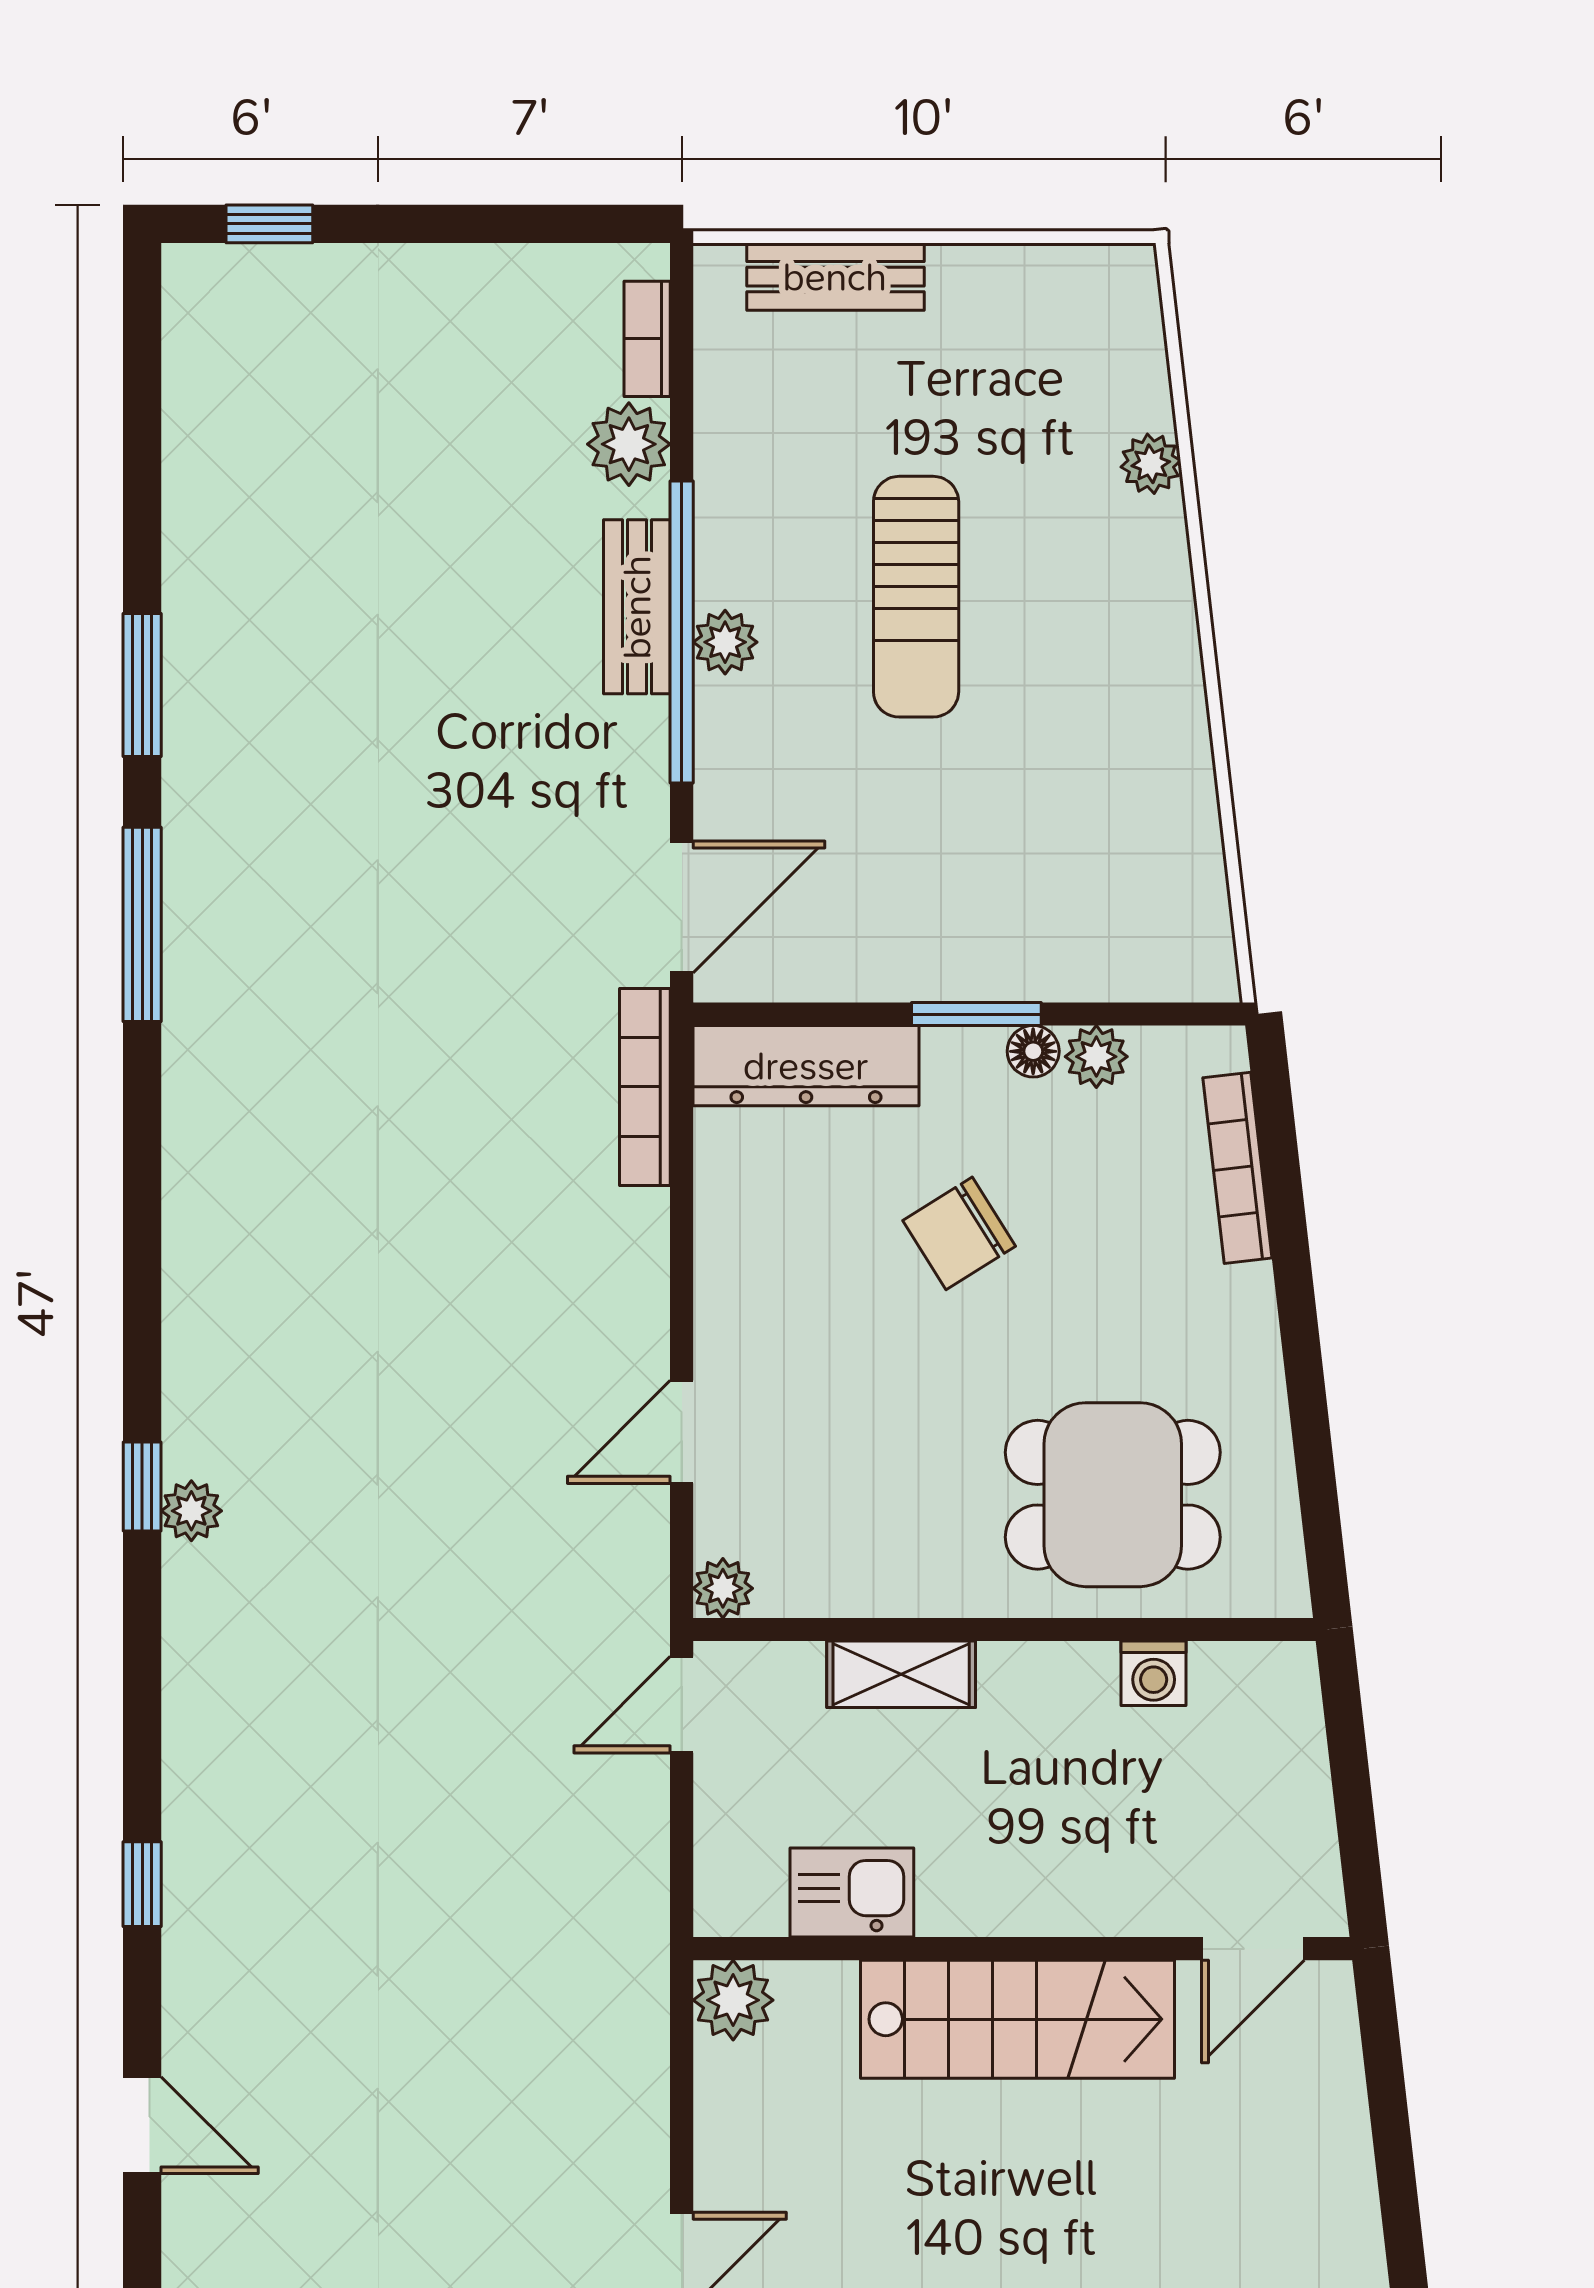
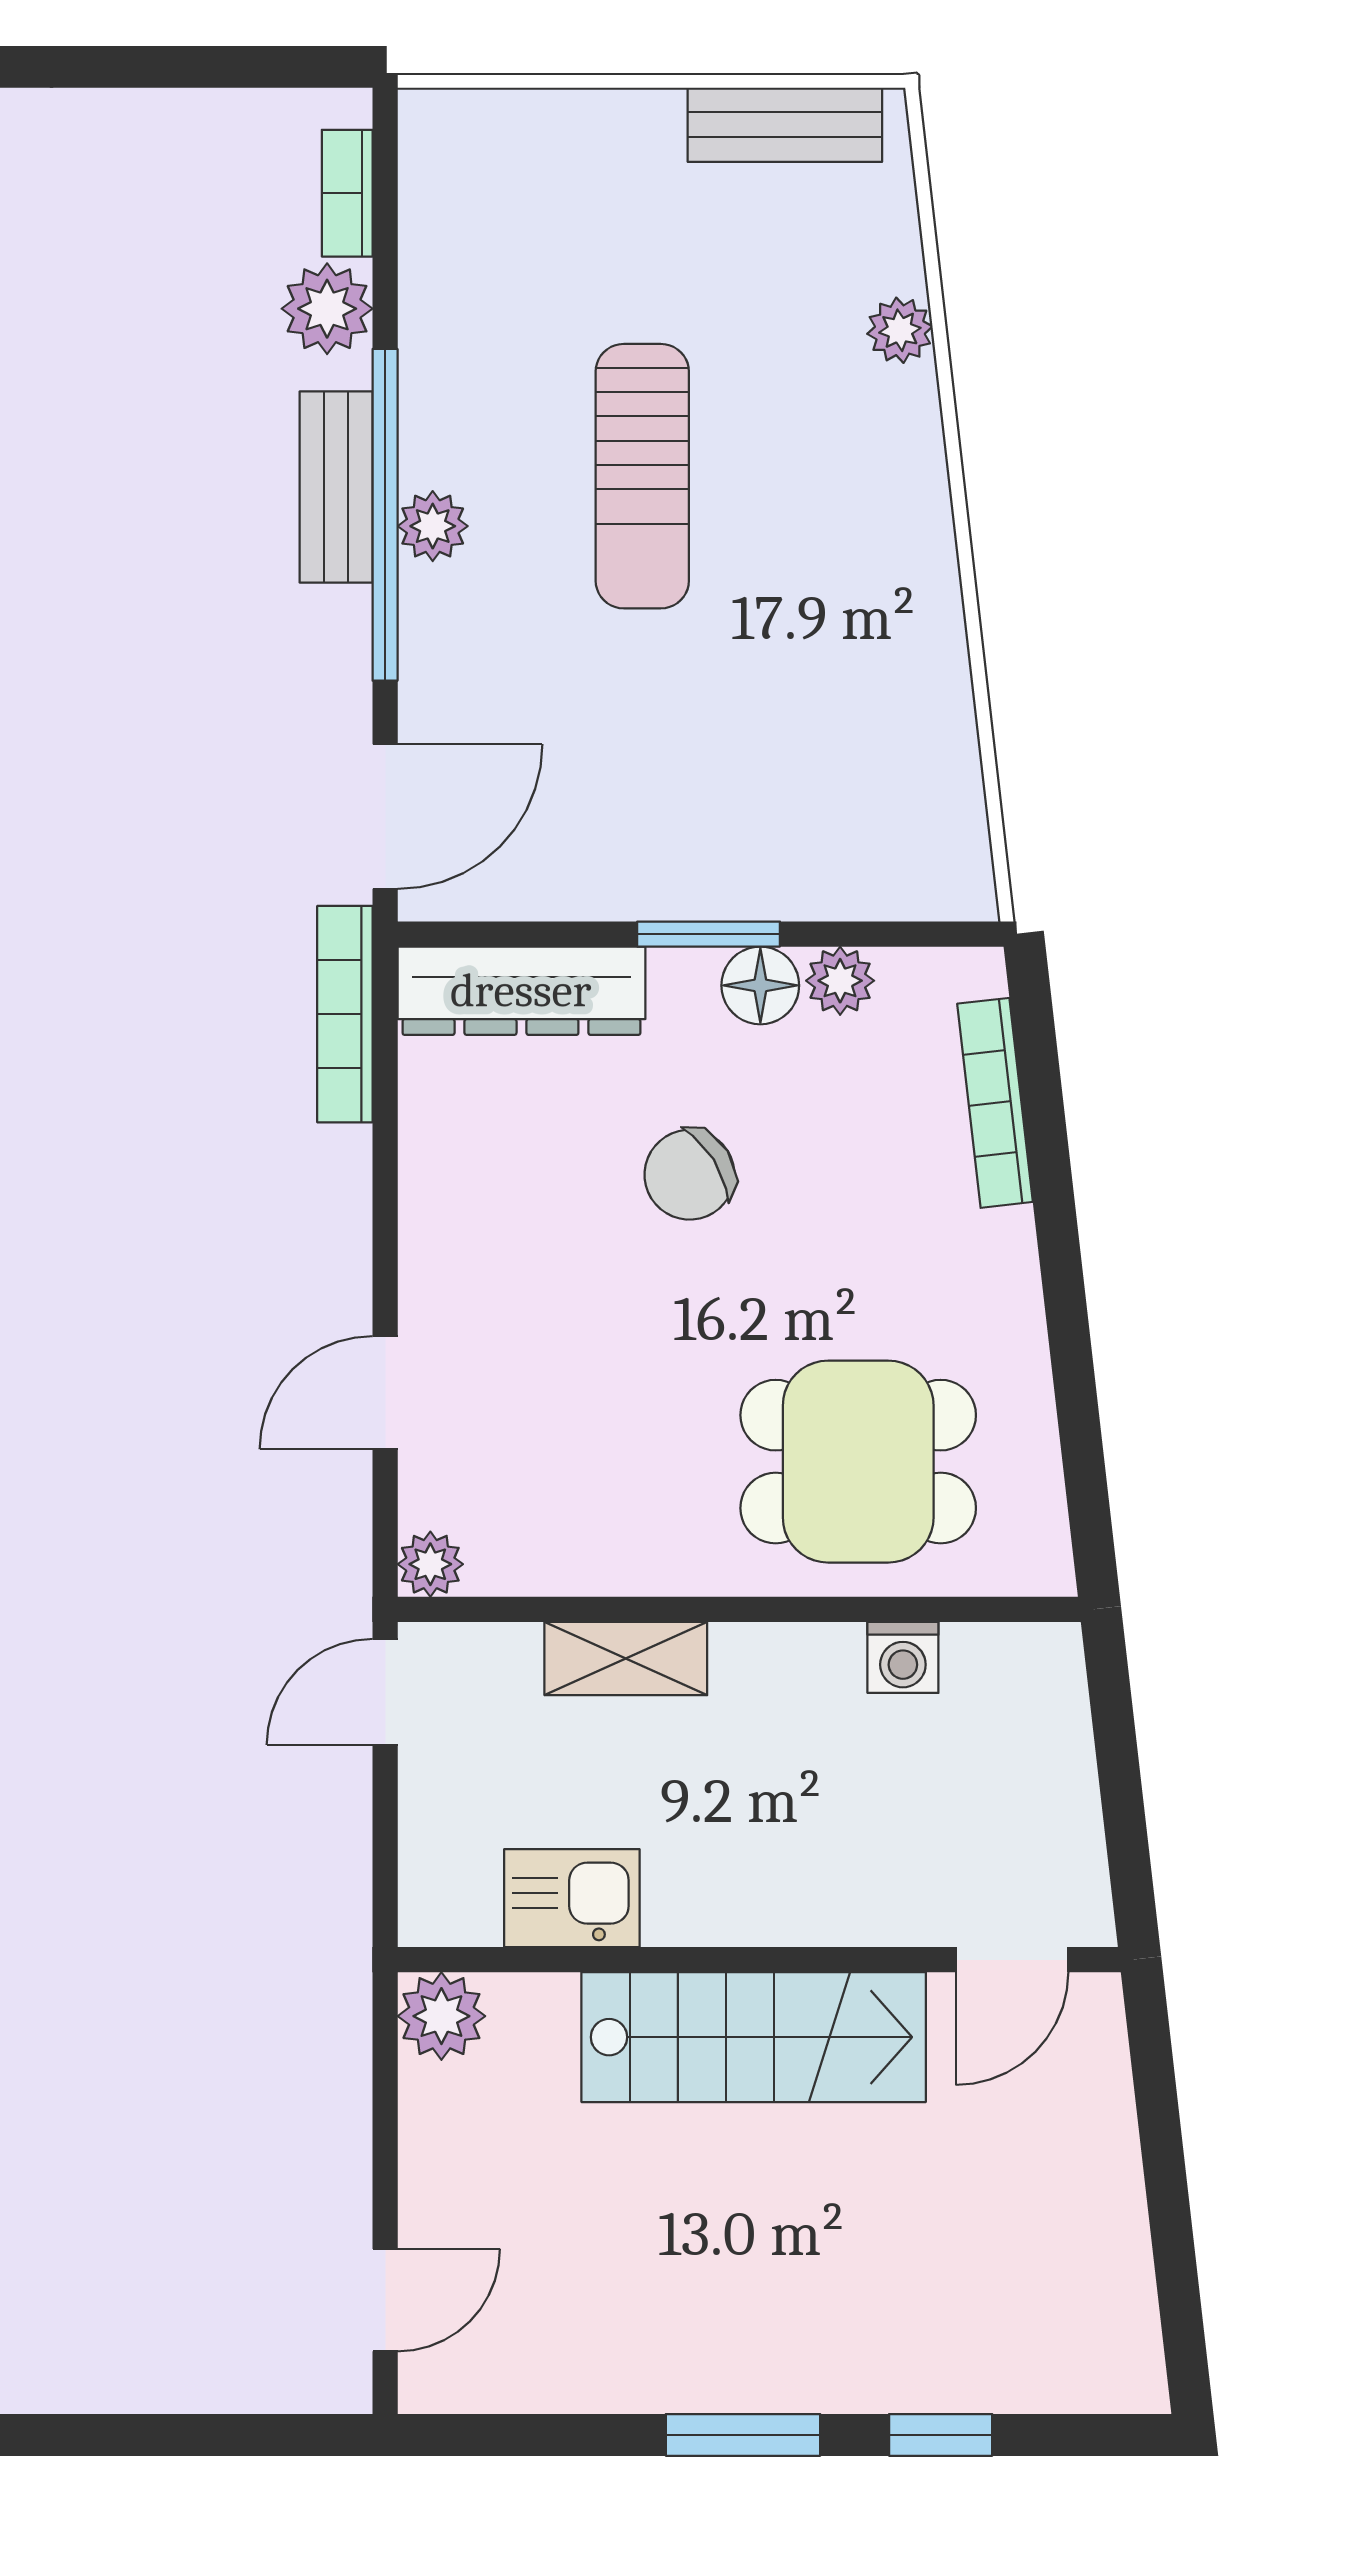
bench: (835, 277) -> (785, 125), moved
floor lamp: (1033, 1051) -> (760, 985), width x1.37, depth x1.37

